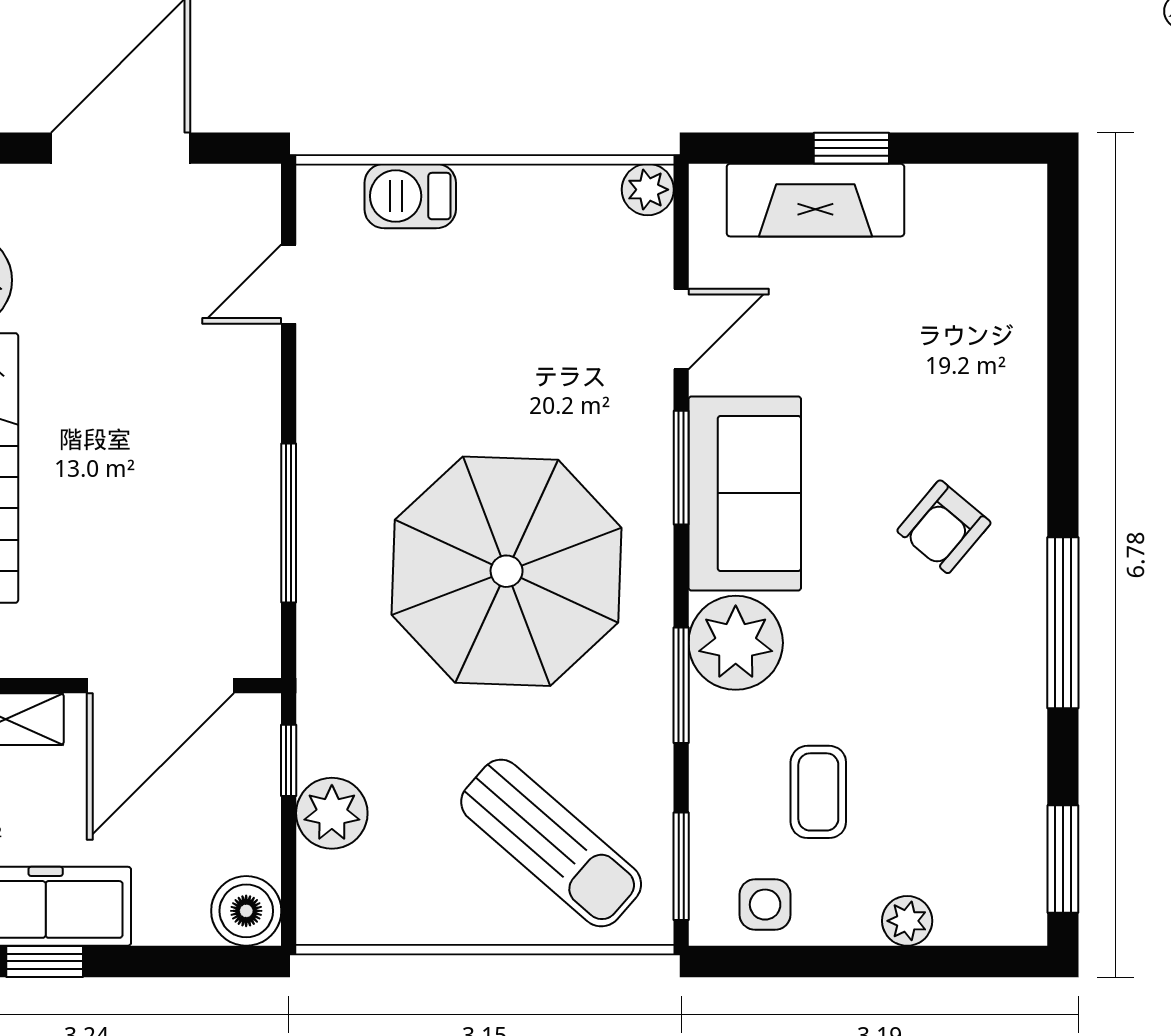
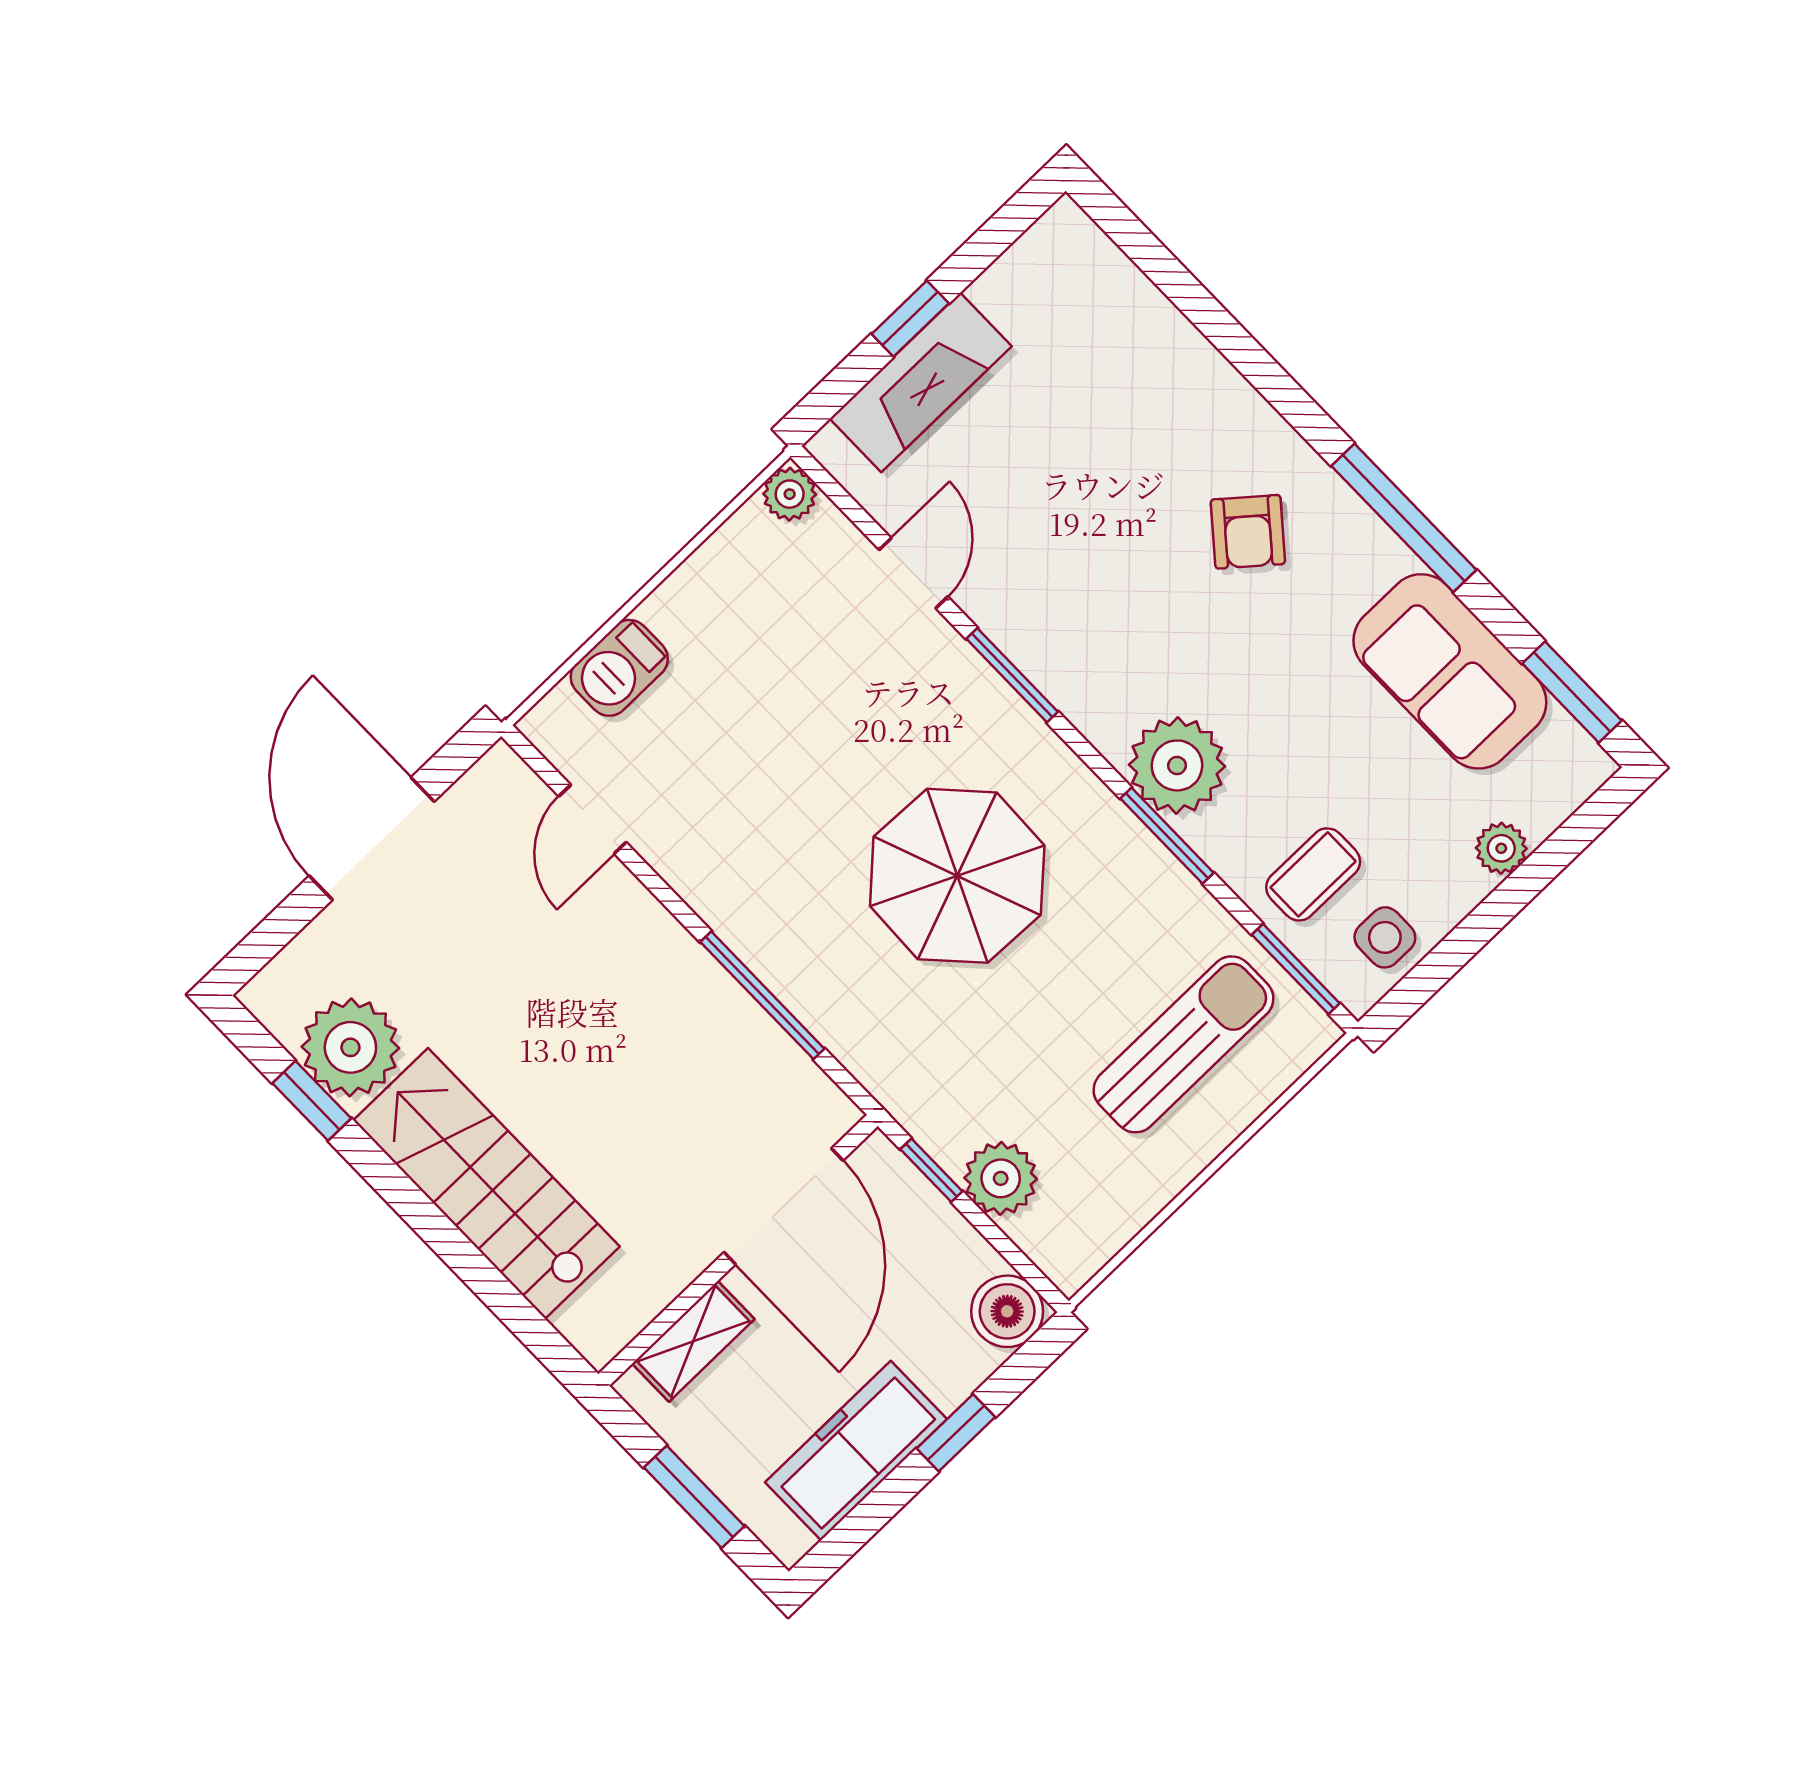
sofa: (745, 493) -> (1450, 671), moved, turned 180
parasol: (507, 571) -> (957, 876), width x0.73, depth x0.73
coffee table: (818, 792) -> (1313, 874), moved, turned 90
sun lounger: (551, 843) -> (1183, 1044), turned -41
window: (45, 961) -> (956, 1433), moved

